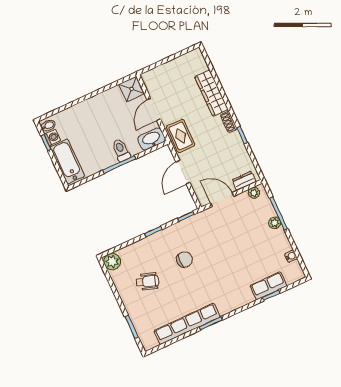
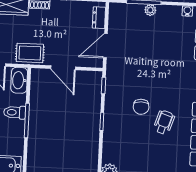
plant: (254, 193) -> (114, 14), removed
chair: (184, 260) -> (141, 107), turned 180
wheelchair: (147, 282) -> (164, 122), moved

